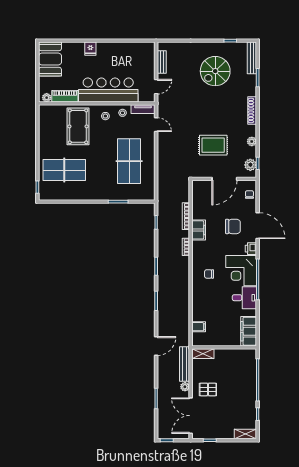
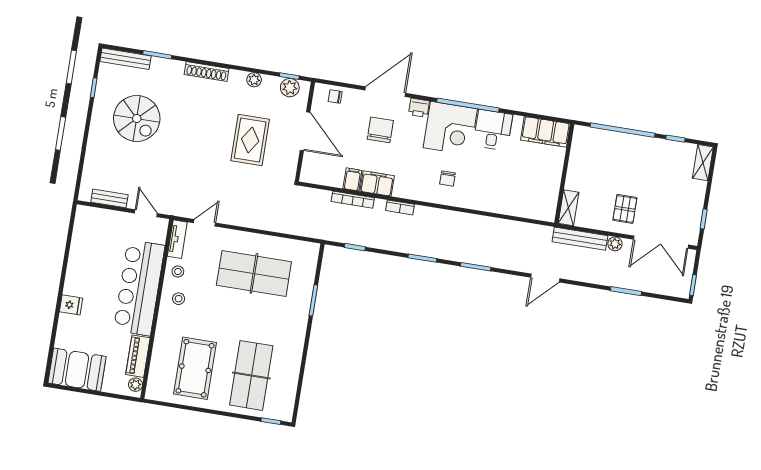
pool table: (78, 126) -> (195, 368), moved, turned 90
filing cabinet: (199, 327) -> (352, 179), moved
door: (156, 346) -> (545, 278), swing flipped

